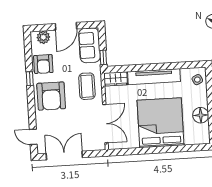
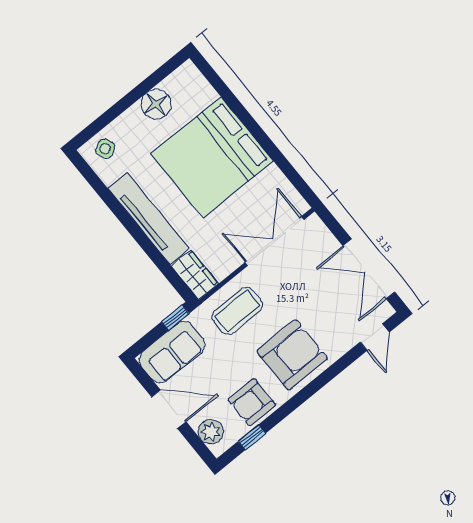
armchair: (43, 64) -> (252, 402), turned 180
window: (30, 79) -> (252, 437), moved

